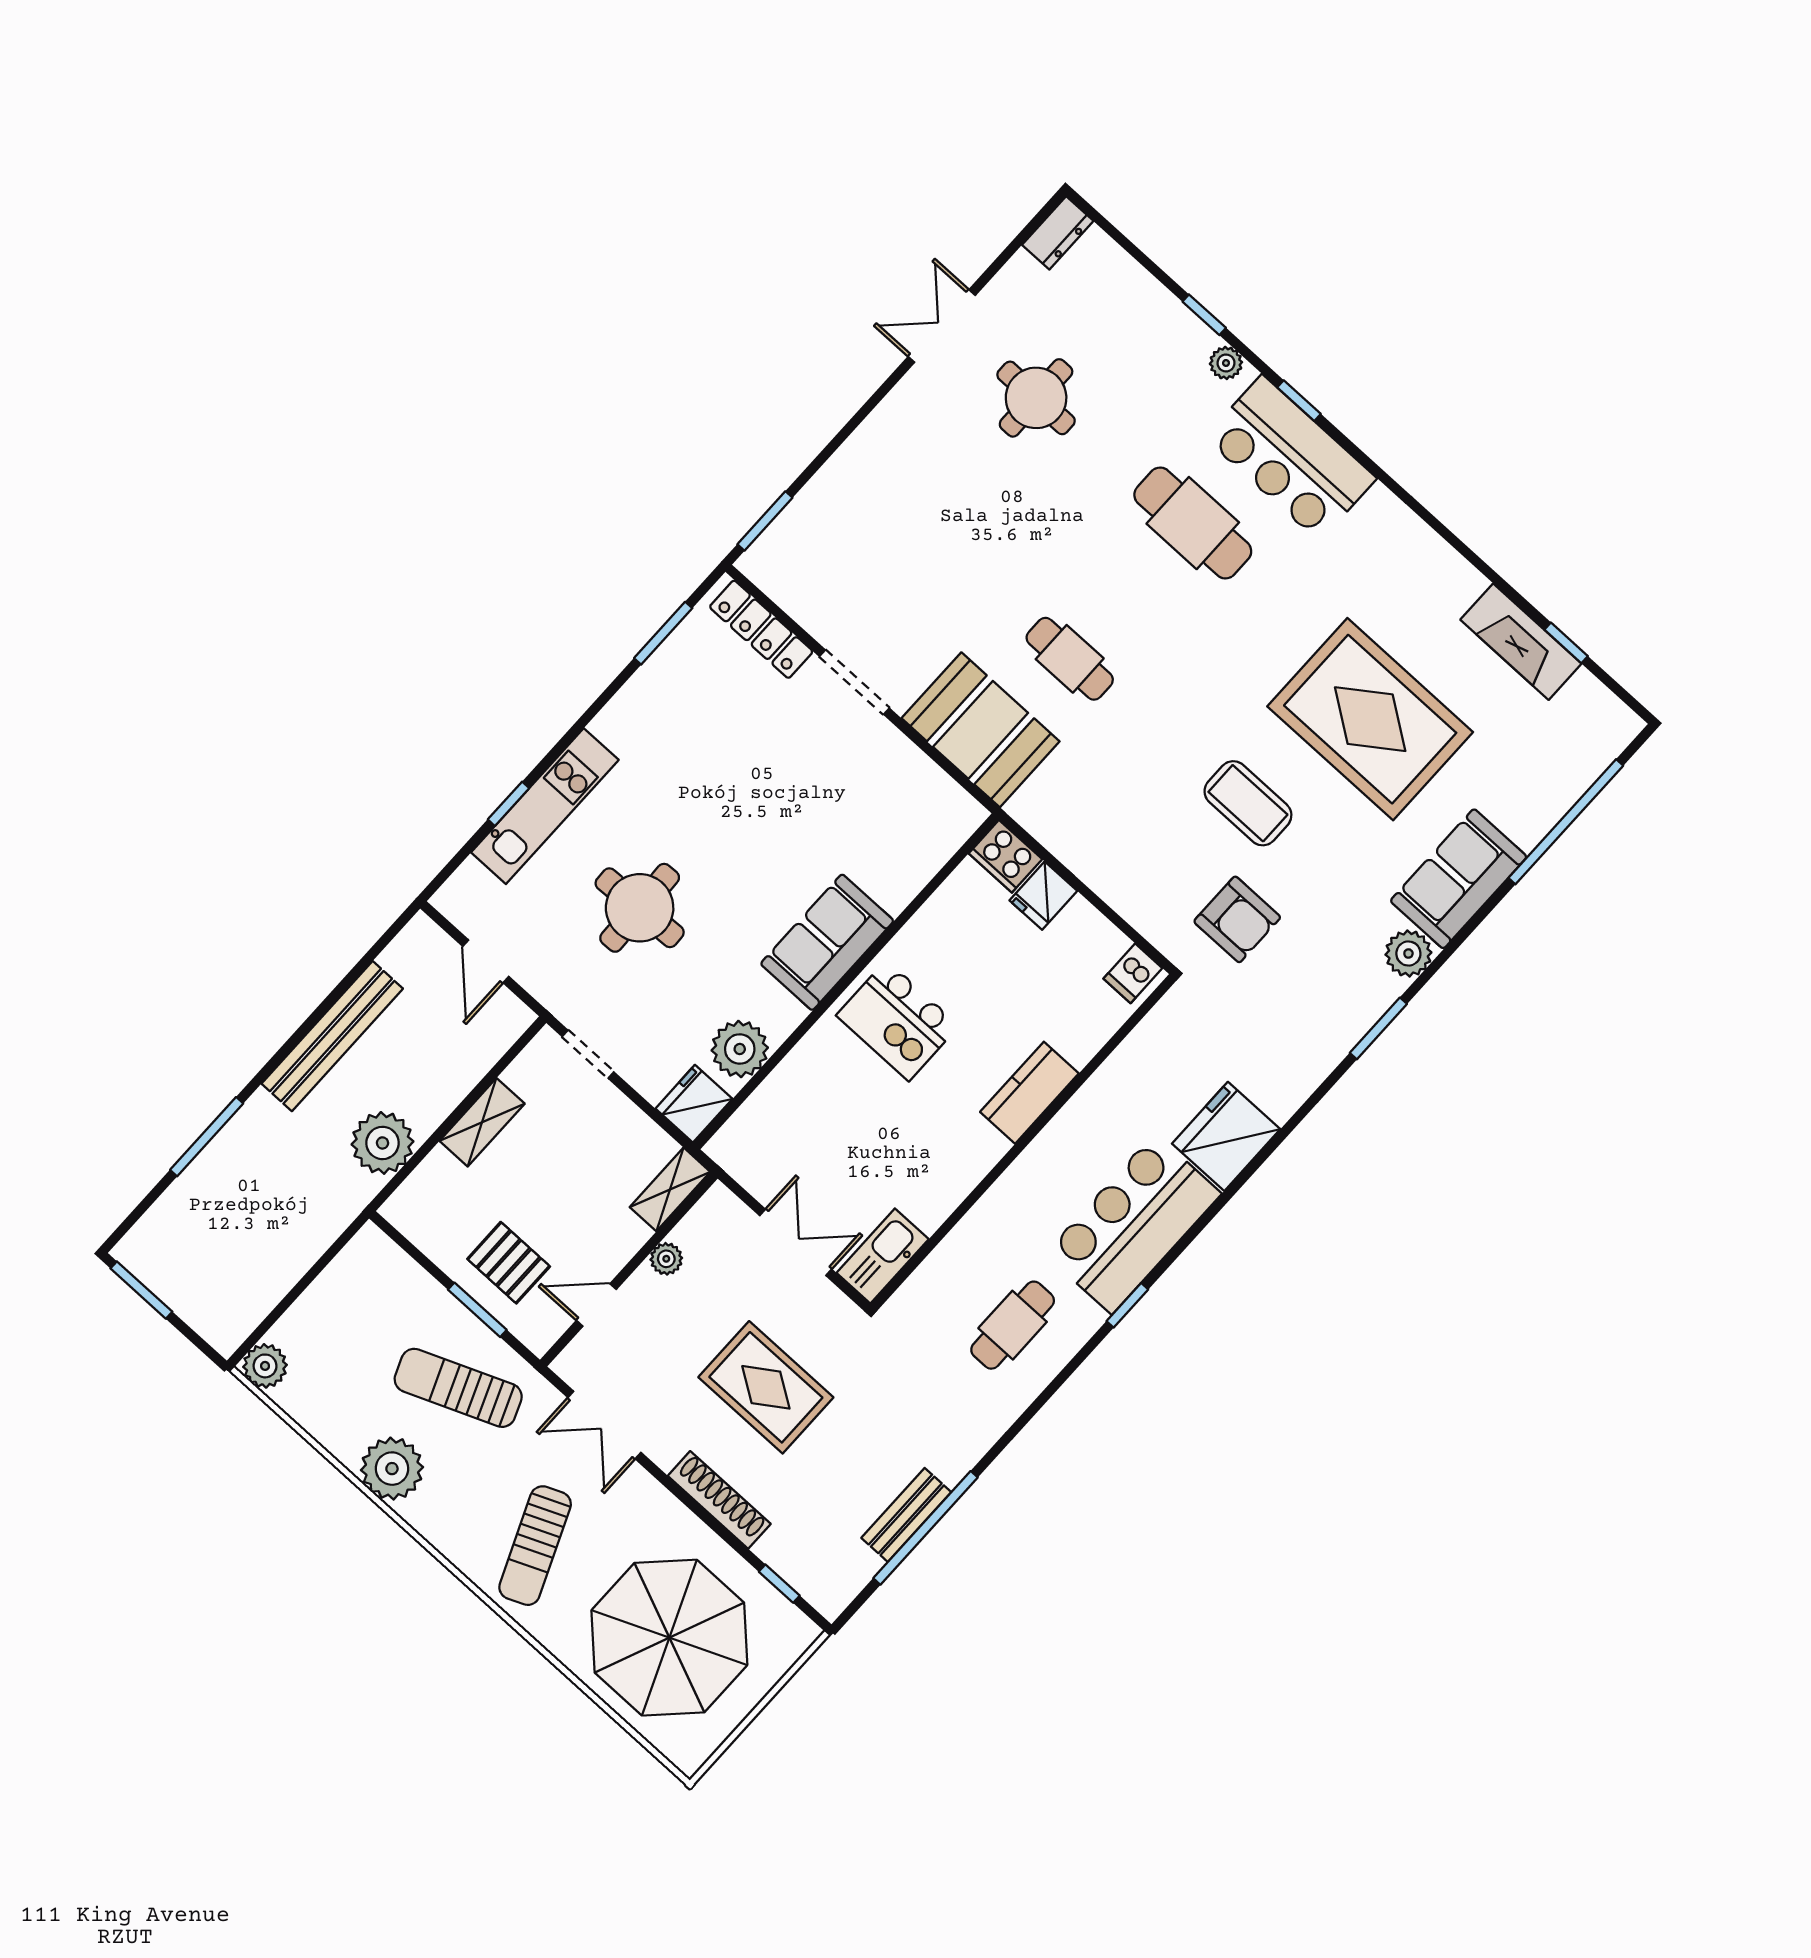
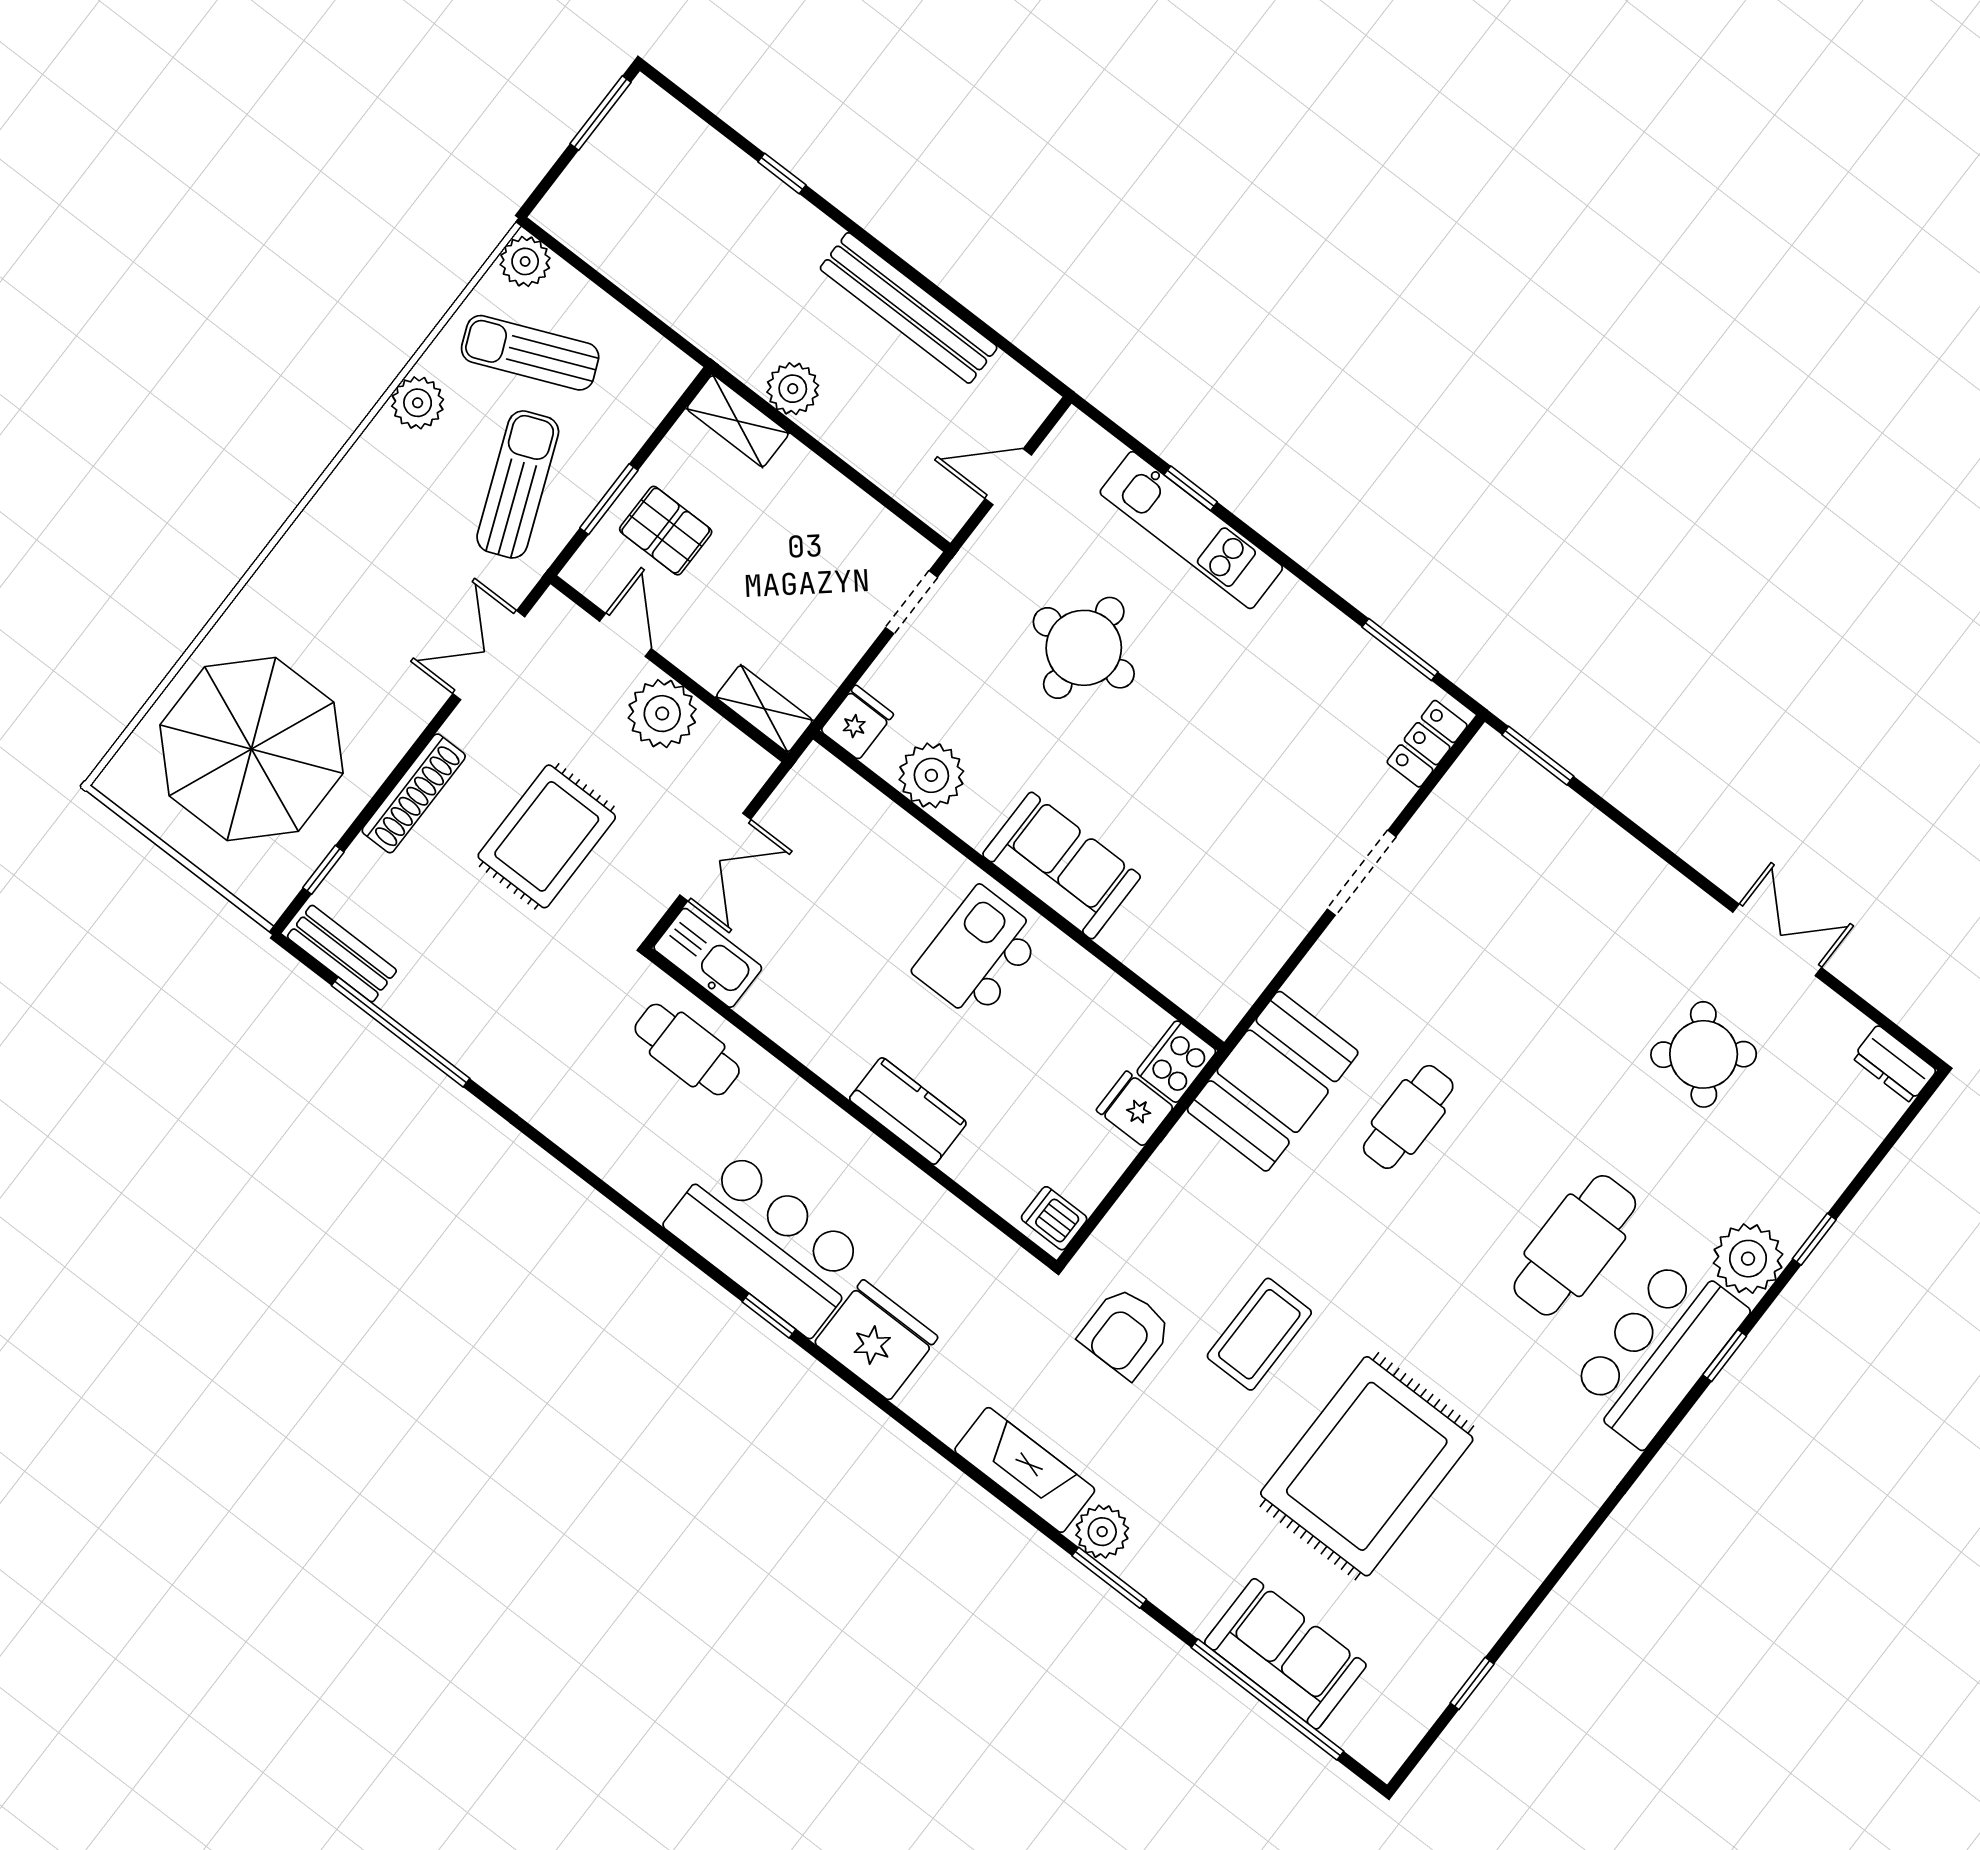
plant: (1226, 363) -> (1748, 1259), width x1.87, depth x1.87
round table: (1036, 398) -> (1704, 1054), turned -38
locker: (761, 629) -> (1427, 744), width x0.66
fireplace: (1521, 642) -> (1025, 1470), moved, turned 90
booth: (981, 730) -> (1273, 1081), moved
sofa: (1459, 879) -> (1285, 1654), moved
window: (1378, 1028) -> (1109, 1578), moved
fridge: (694, 1104) -> (857, 722), width x0.72
shelving: (482, 1122) -> (738, 421), moved
window: (207, 1137) -> (782, 173), width x0.46
plant: (383, 1143) -> (793, 389), width x0.73, depth x0.73
plant: (666, 1259) -> (662, 714), width x1.88, depth x1.88
pallet: (509, 1263) -> (666, 531), turned 90
window: (1127, 1305) -> (769, 1316), moved
cafe table: (1013, 1325) -> (687, 1050), moved
plant: (392, 1469) -> (418, 403), width x0.73, depth x0.73
bench: (906, 1515) -> (342, 954), moved
sun lounger: (535, 1546) -> (530, 353), moved

